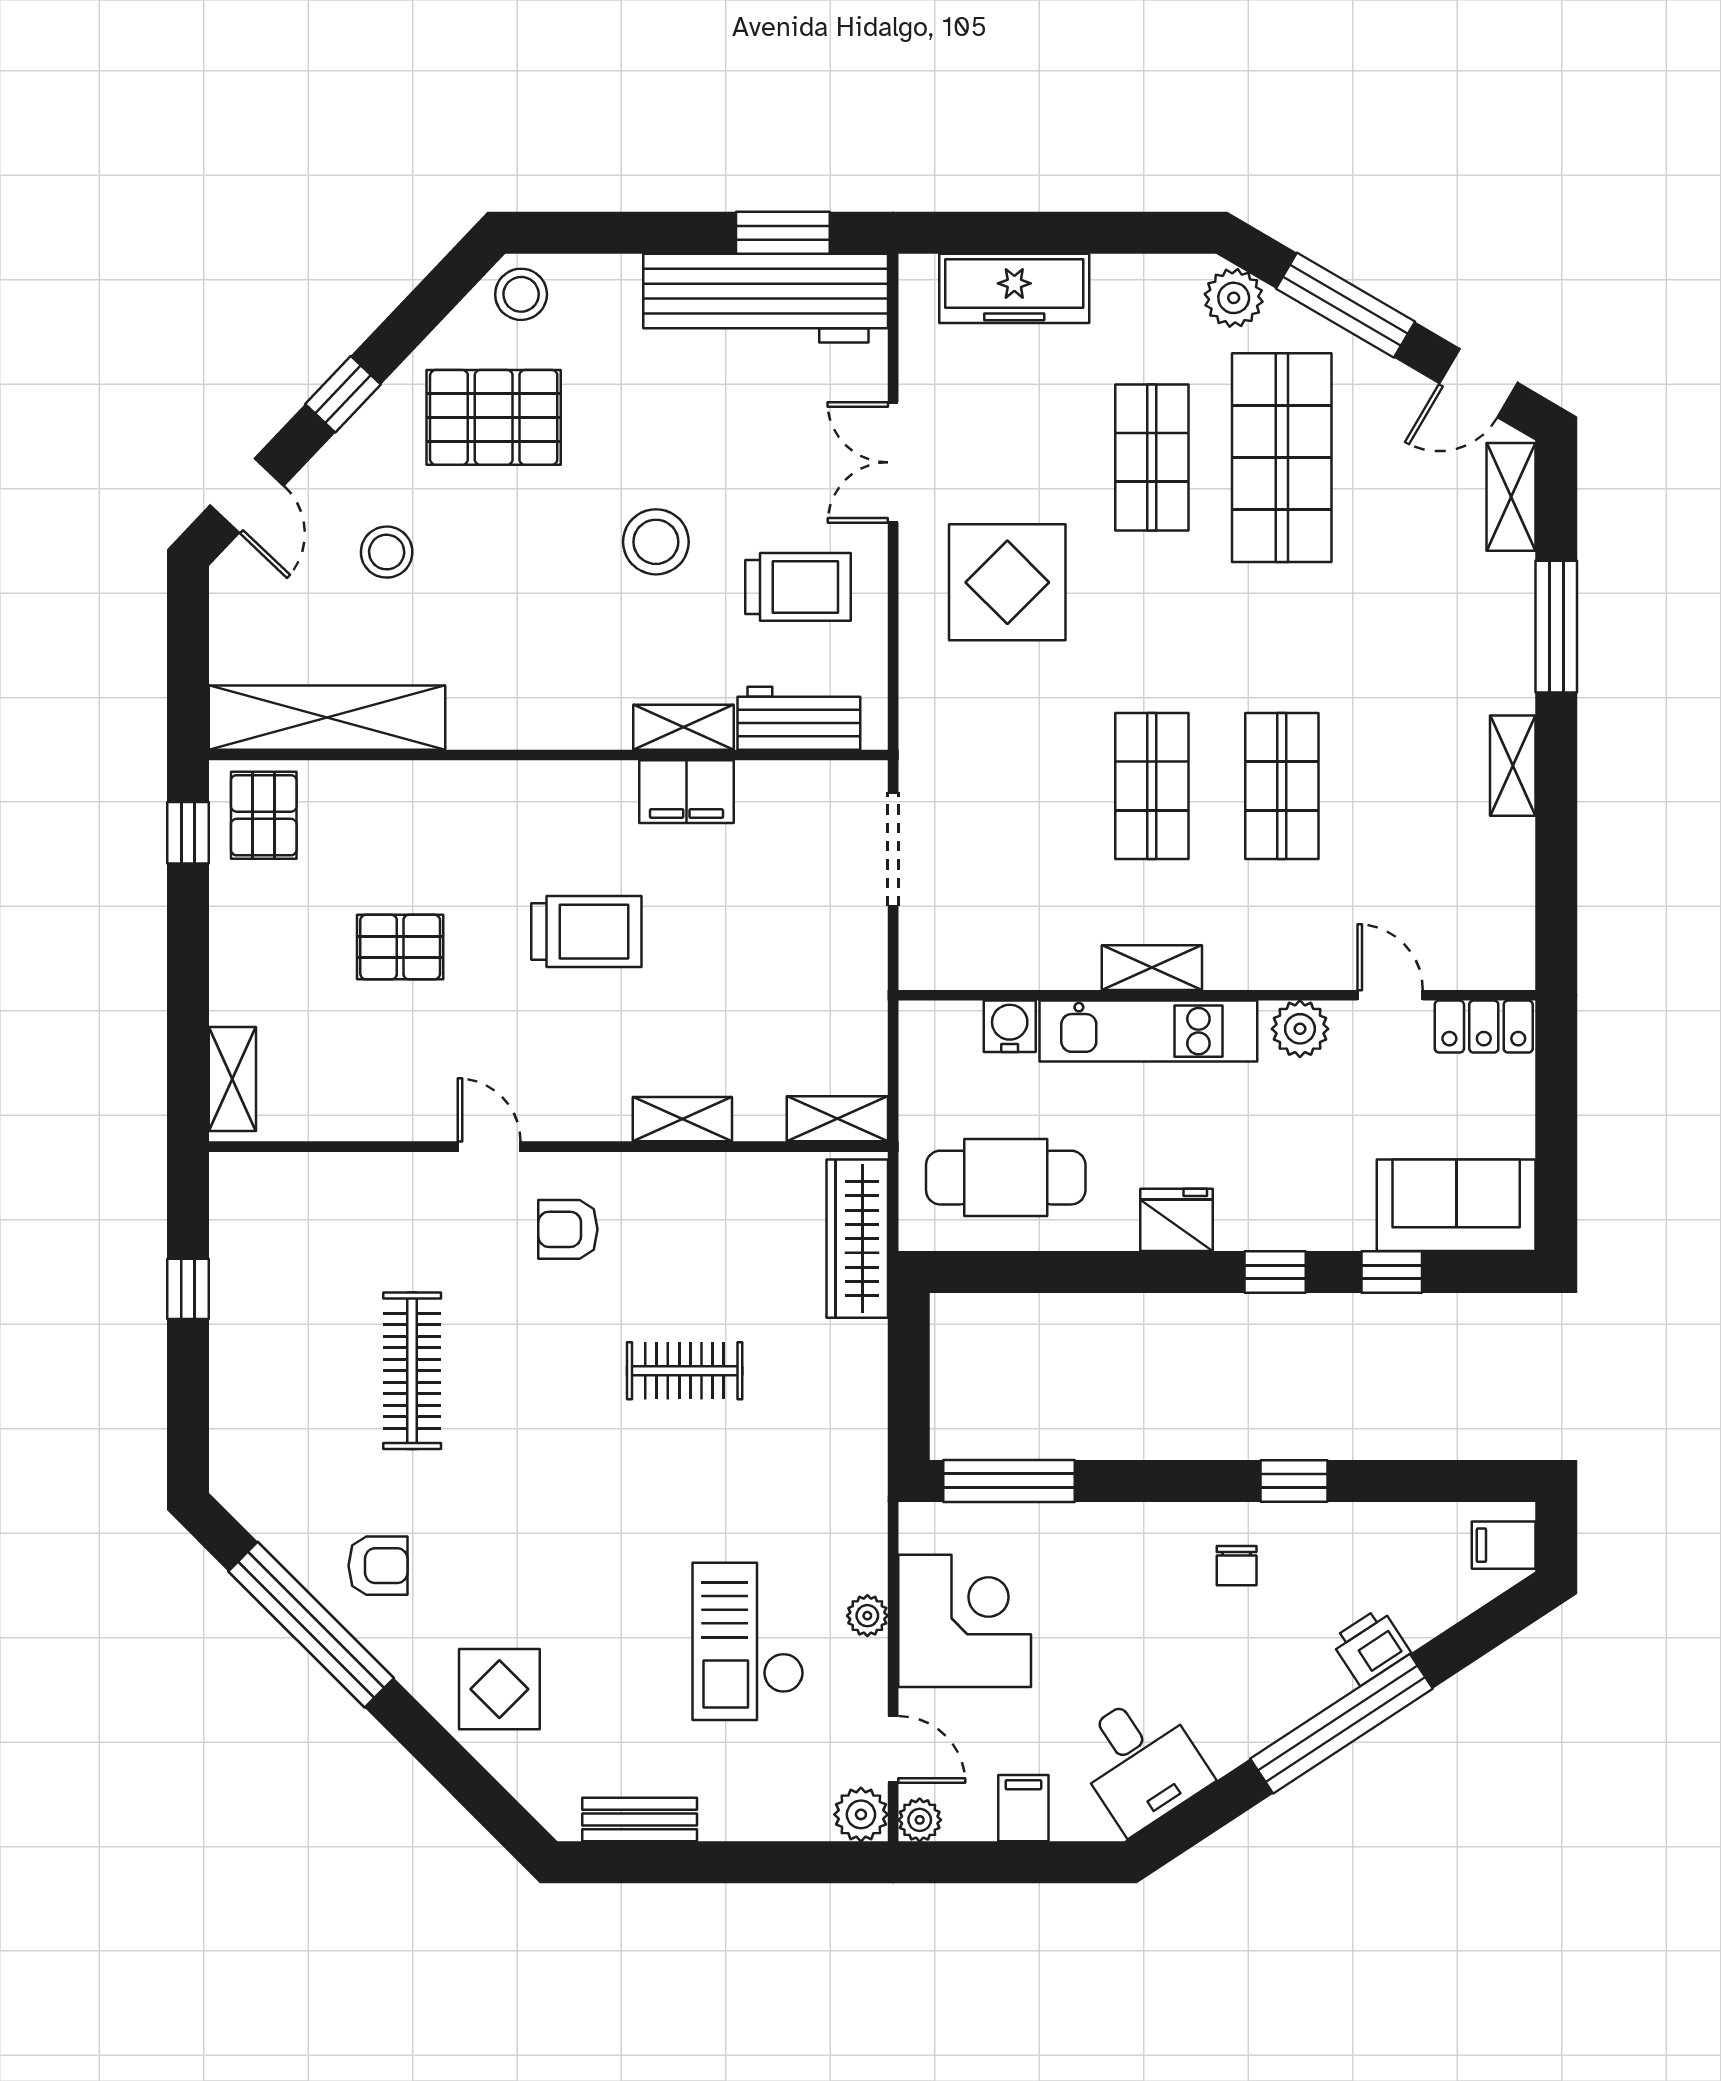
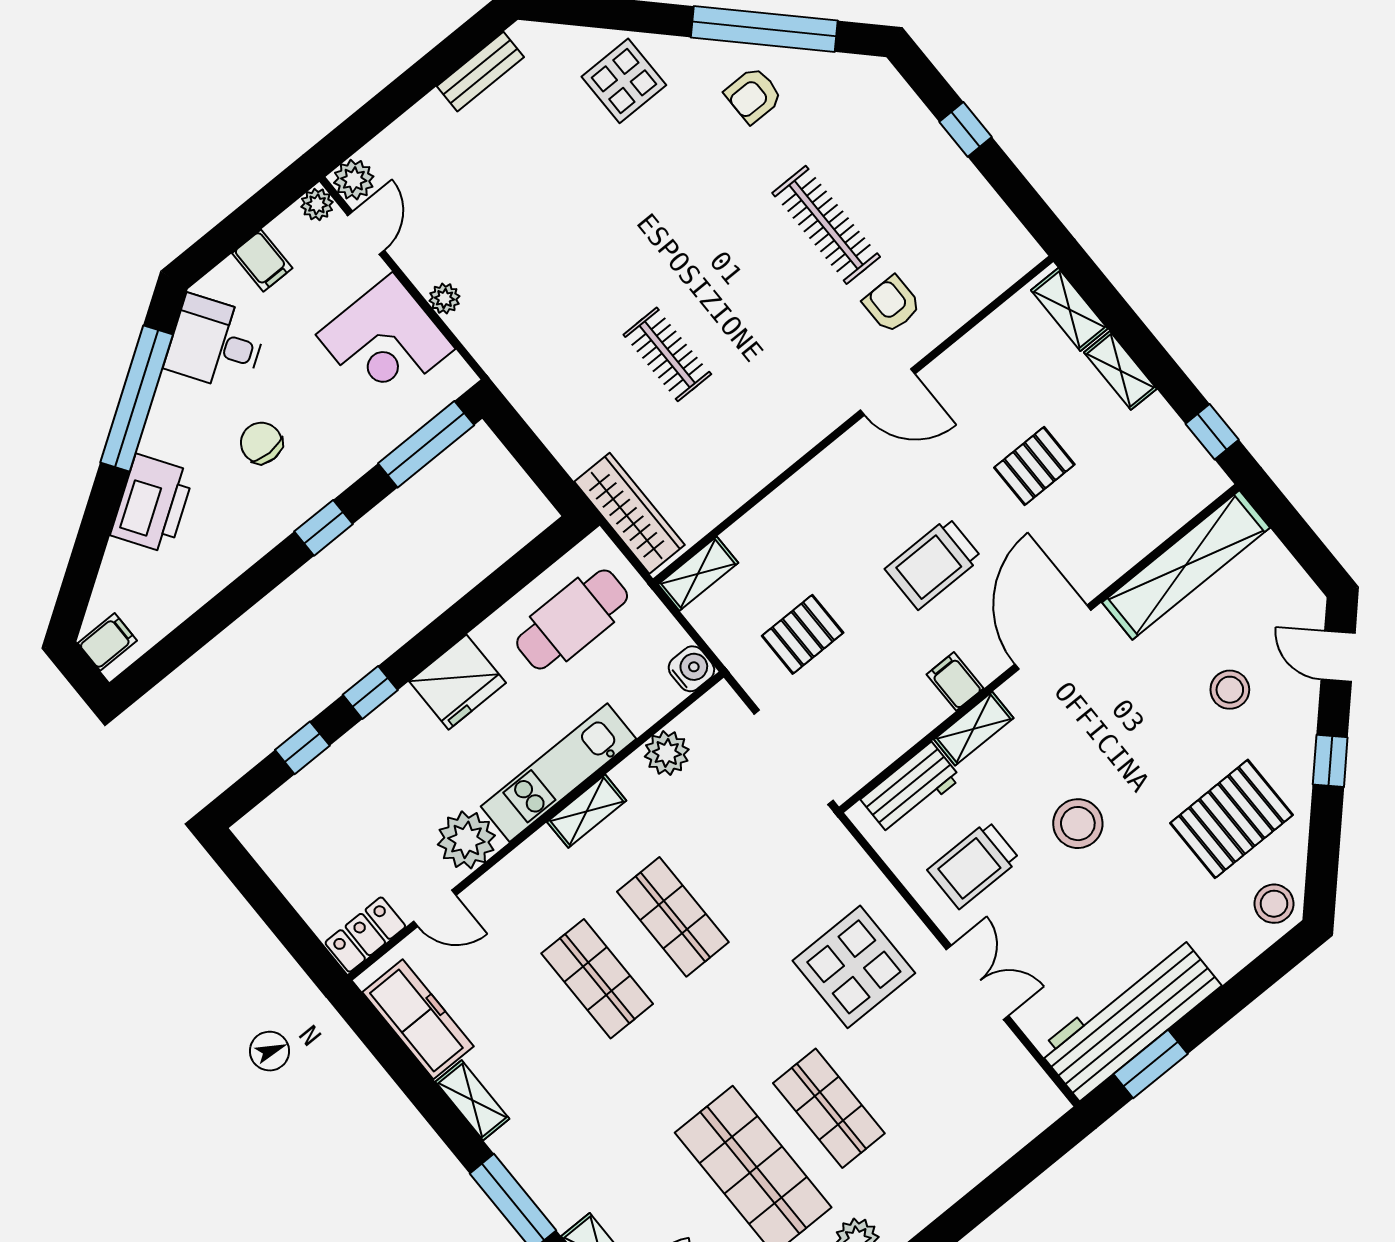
freezer: (1014, 288) -> (418, 1019), moved, turned 90
door: (525, 755) -> (1053, 637), added
filing cabinet: (686, 792) -> (955, 681), width x0.50
pallet: (264, 815) -> (803, 634), moved, turned 90
doorway: (893, 849) -> (794, 757), width x1.36
plant: (1020, 960) -> (667, 753), added
water cooler: (1010, 1026) -> (691, 669), moved, turned -90
plant: (1300, 1029) -> (466, 840), width x1.36, depth x1.36
shelving: (682, 1119) -> (1120, 371), moved, turned 90
door: (489, 1147) -> (888, 392), width x1.38
sofa: (1456, 1205) -> (296, 817), removed
fridge: (1176, 1220) -> (457, 682), width x1.36, depth x1.34
armchair: (568, 1229) -> (892, 304), moved, turned -90
window: (188, 1289) -> (966, 129), moved
clothes rail: (685, 1371) -> (667, 354), turned 90
window: (1294, 1481) -> (324, 528), moved
chair: (1237, 1566) -> (261, 443), moved, width x1.37, depth x1.37
checkout: (748, 1641) -> (502, 227), removed
printer: (1371, 1646) -> (152, 504), width x1.87, depth x1.48
window: (1342, 1724) -> (137, 399), moved
door: (893, 1749) -> (366, 233), swing flipped

